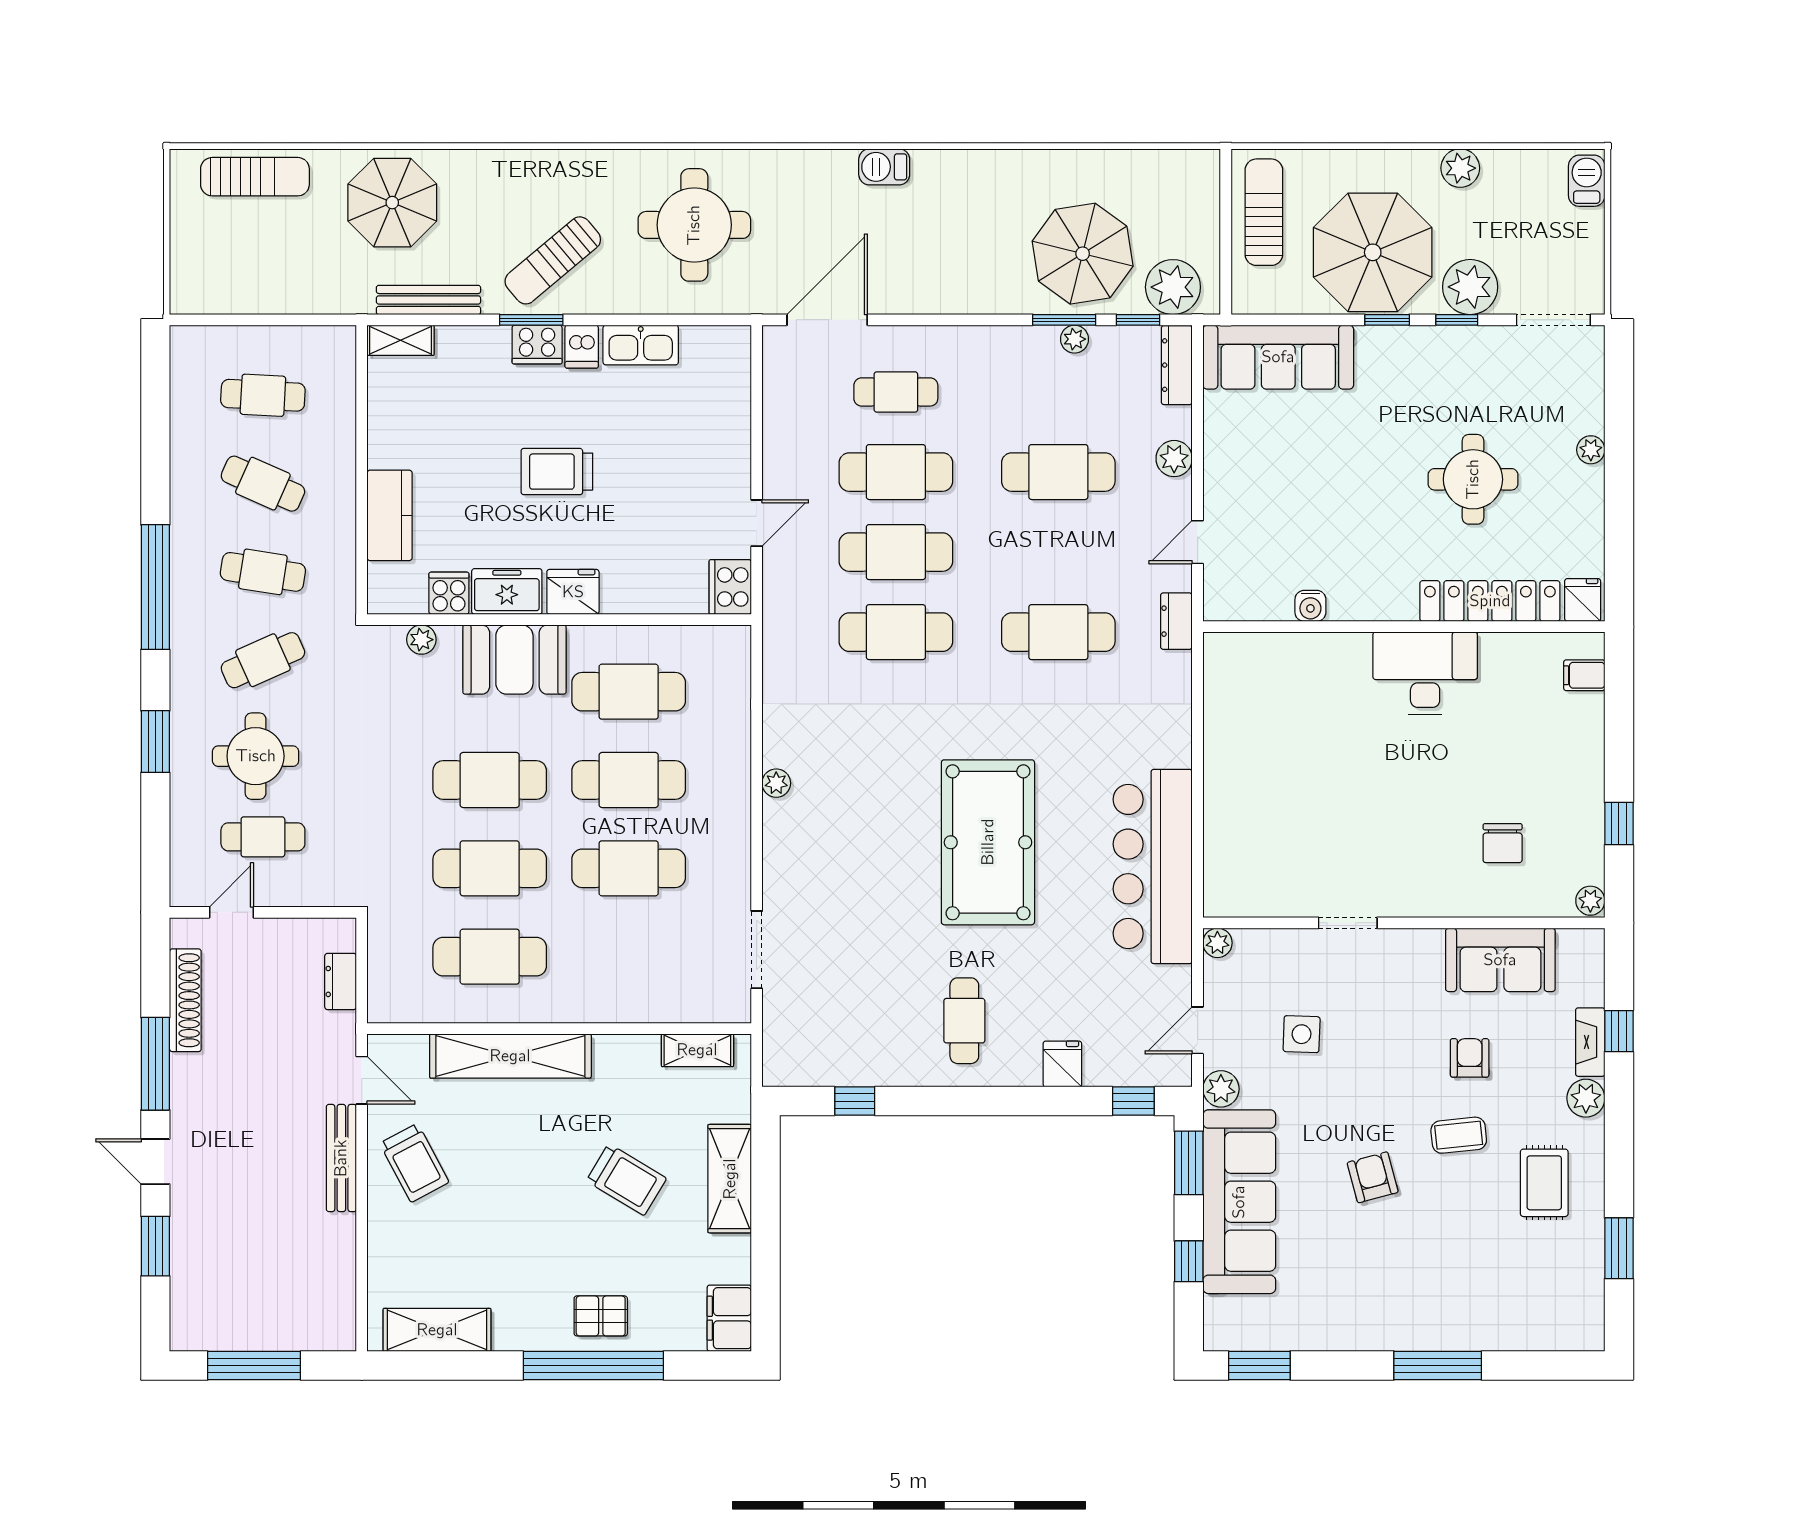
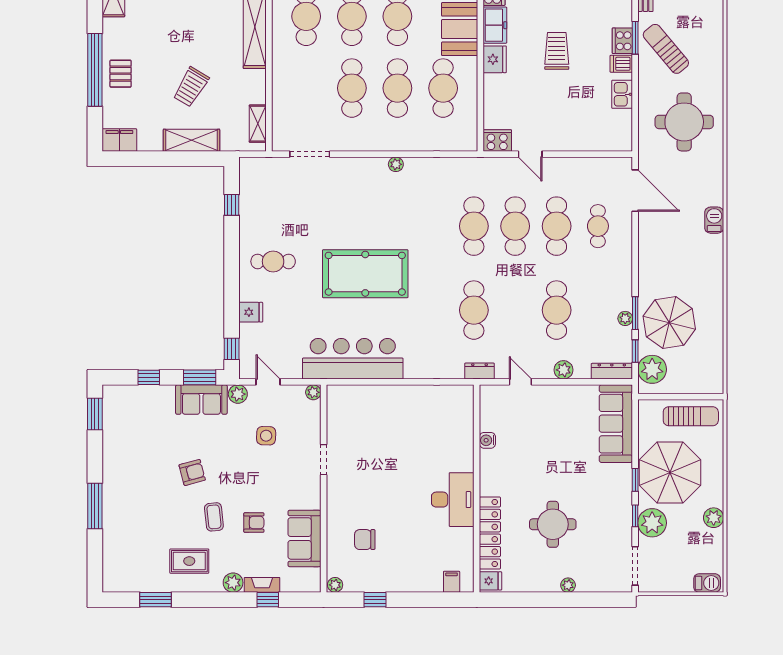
kitchen sink: (641, 345) -> (622, 94), width x0.73
sofa: (1239, 1202) -> (201, 400), width x0.54, depth x0.79

